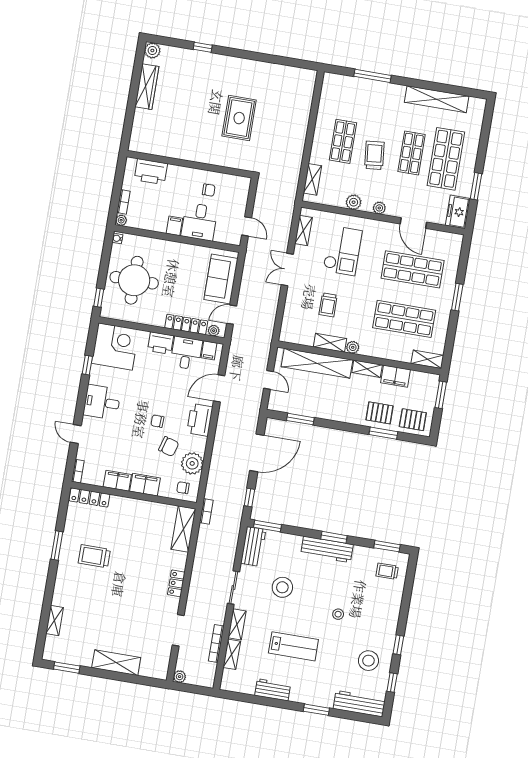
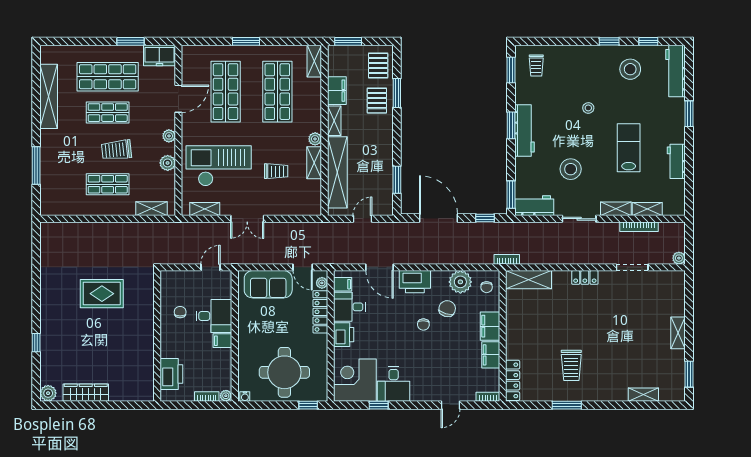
checkout: (342, 251) -> (219, 166), width x1.36, depth x1.21
desk: (102, 402) -> (394, 384), moved
shelving: (116, 663) -> (678, 333), width x0.67, depth x0.75

